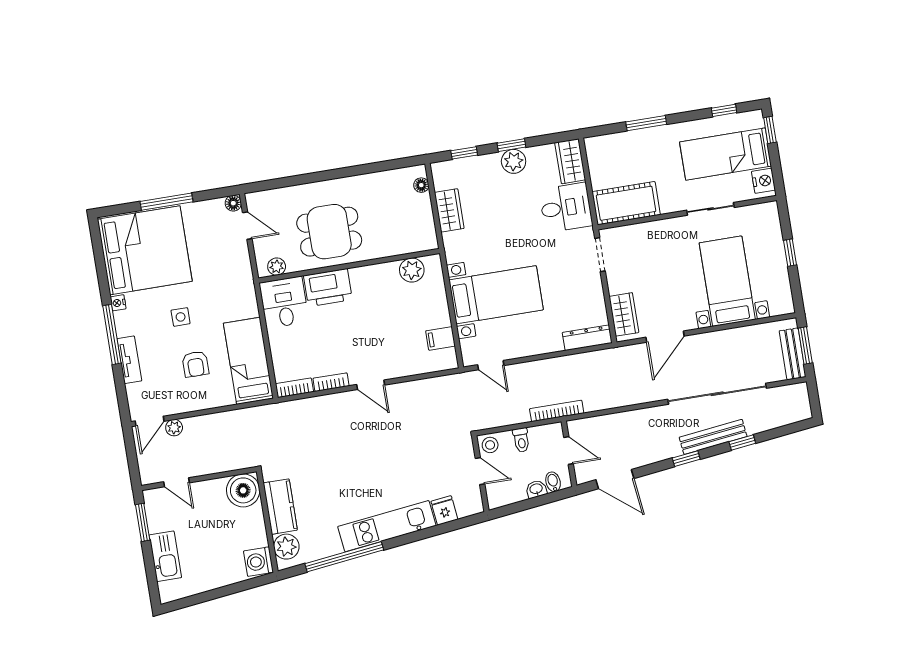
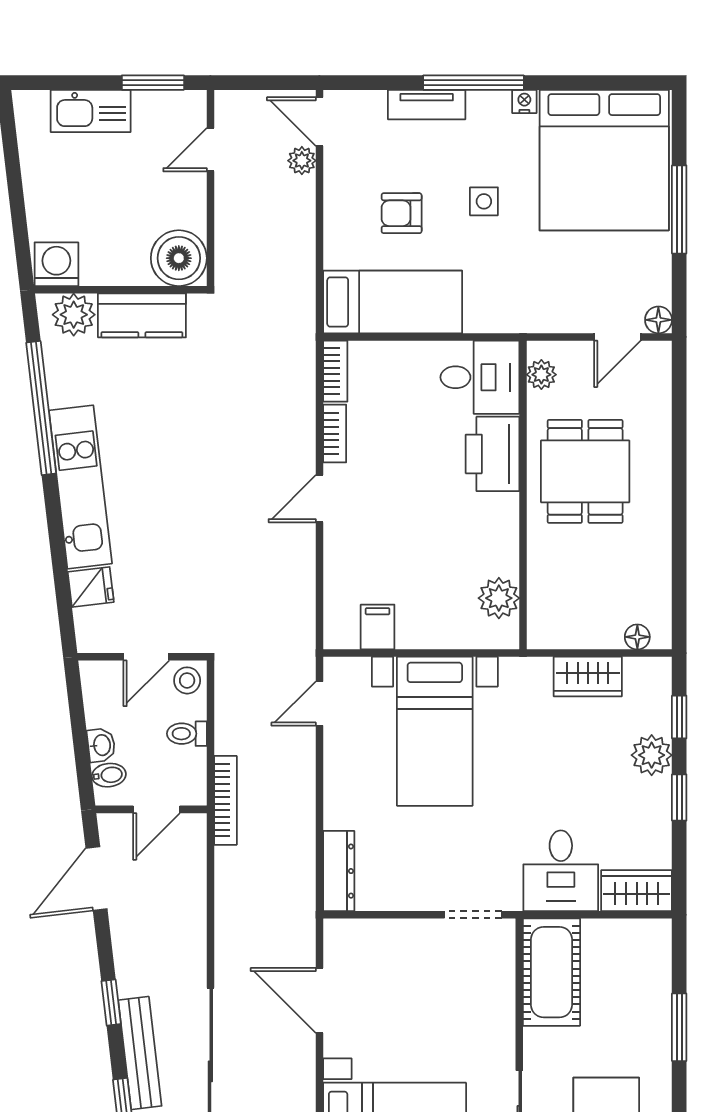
plant: (514, 161) -> (652, 755), moved
wardrobe: (624, 314) -> (368, 938), removed

